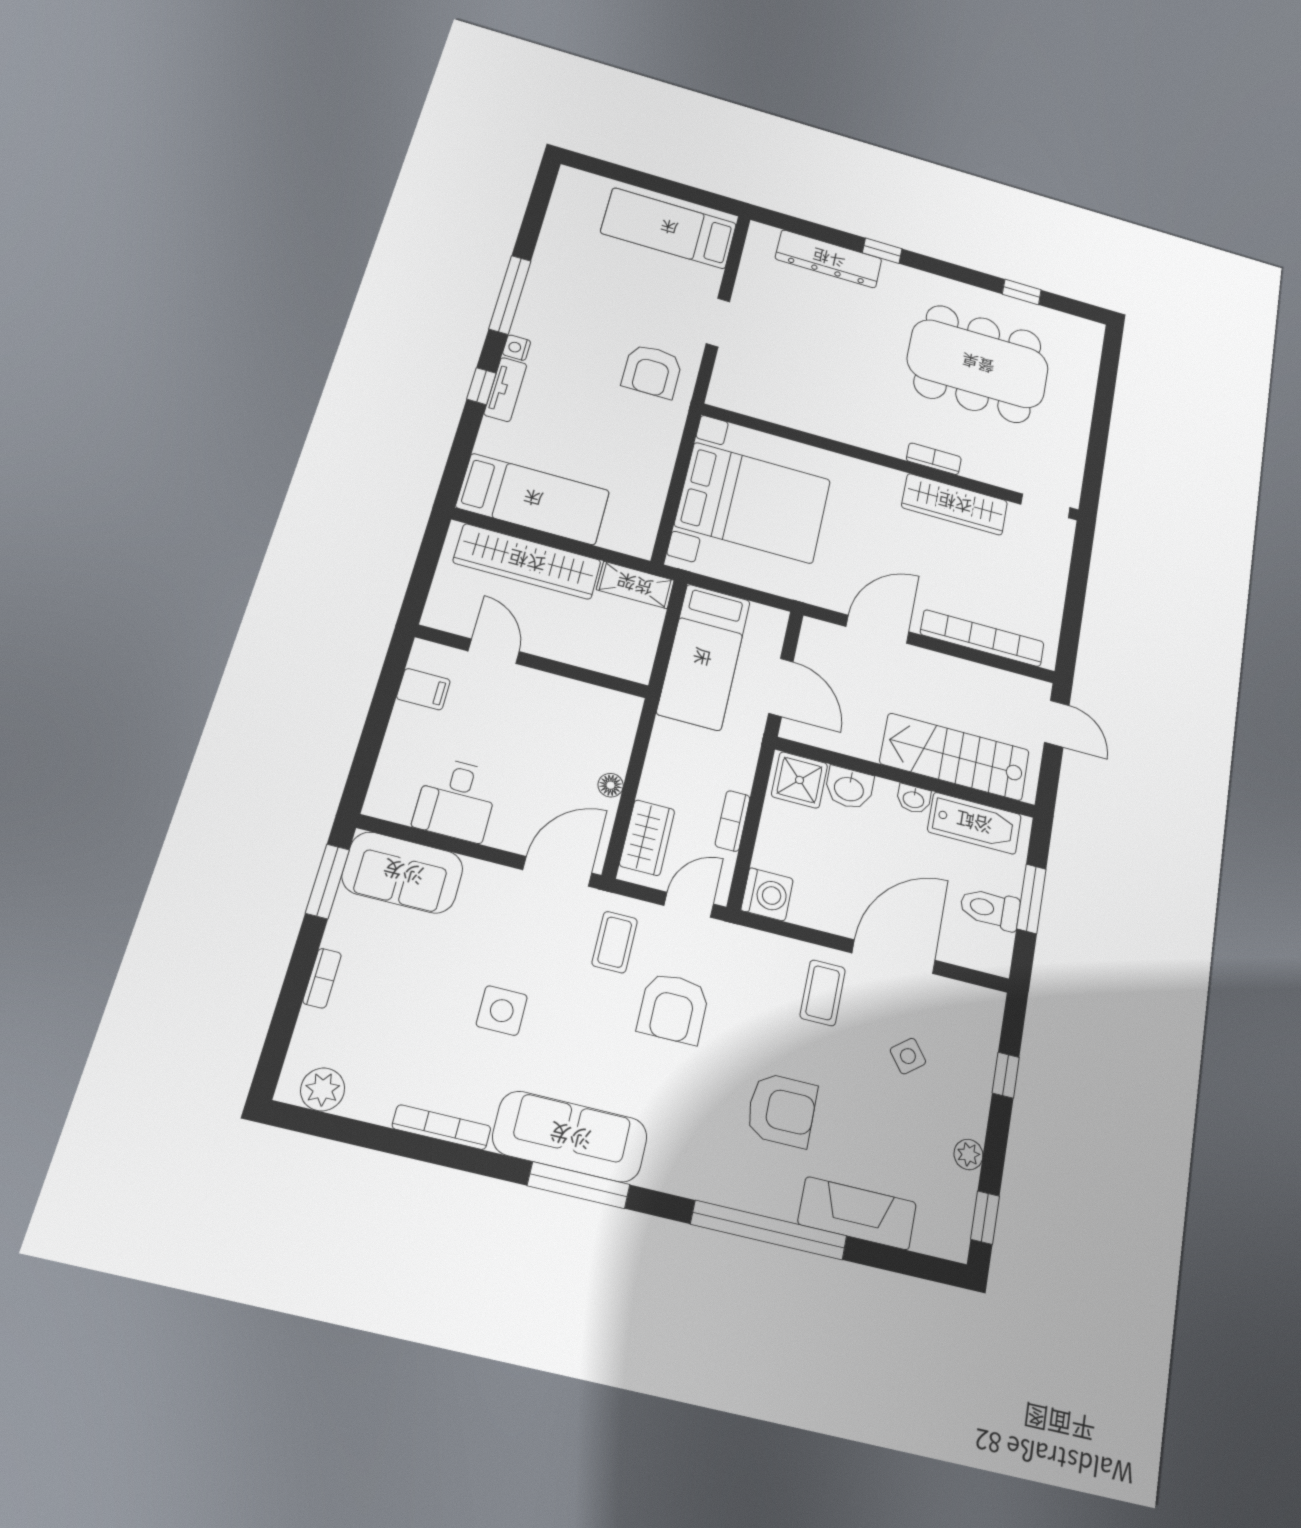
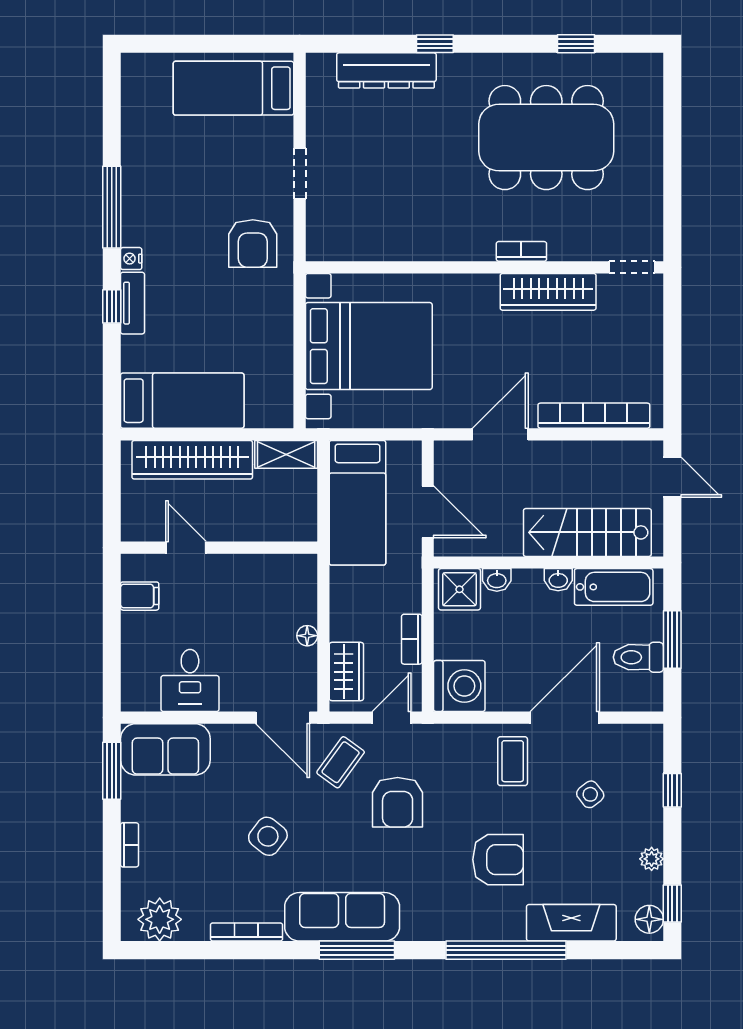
washbasin: (849, 788) -> (497, 580), width x0.72, depth x0.69
door: (557, 871) -> (283, 718), swing flipped
washing machine: (767, 894) -> (459, 686), width x1.37, depth x1.37
coffee table: (615, 942) -> (341, 762), turned 36
side table: (502, 1011) -> (268, 836), turned 38
plant: (323, 1089) -> (160, 919), width x1.36, depth x1.36
floor lamp: (954, 1231) -> (649, 919), added

